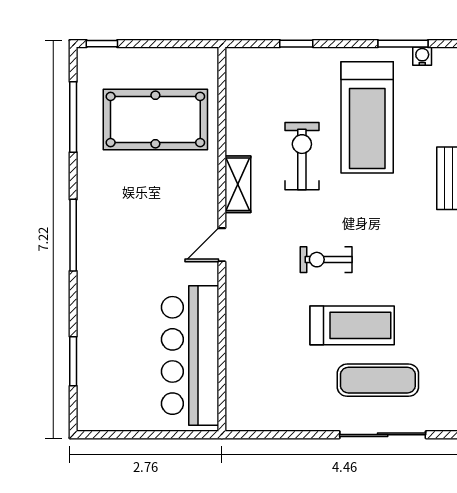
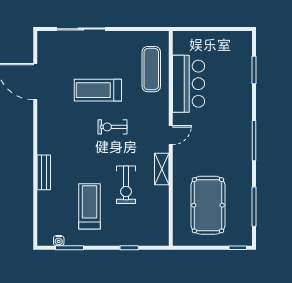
treadmill: (367, 117) -> (90, 206), width x0.73, depth x0.73
pool table: (155, 119) -> (208, 205), turned 90
exercise bike: (326, 260) -> (112, 127), turned 180
bar counter: (190, 355) -> (189, 84), width x0.73
exercise mat: (378, 380) -> (151, 69), moved, turned 90

